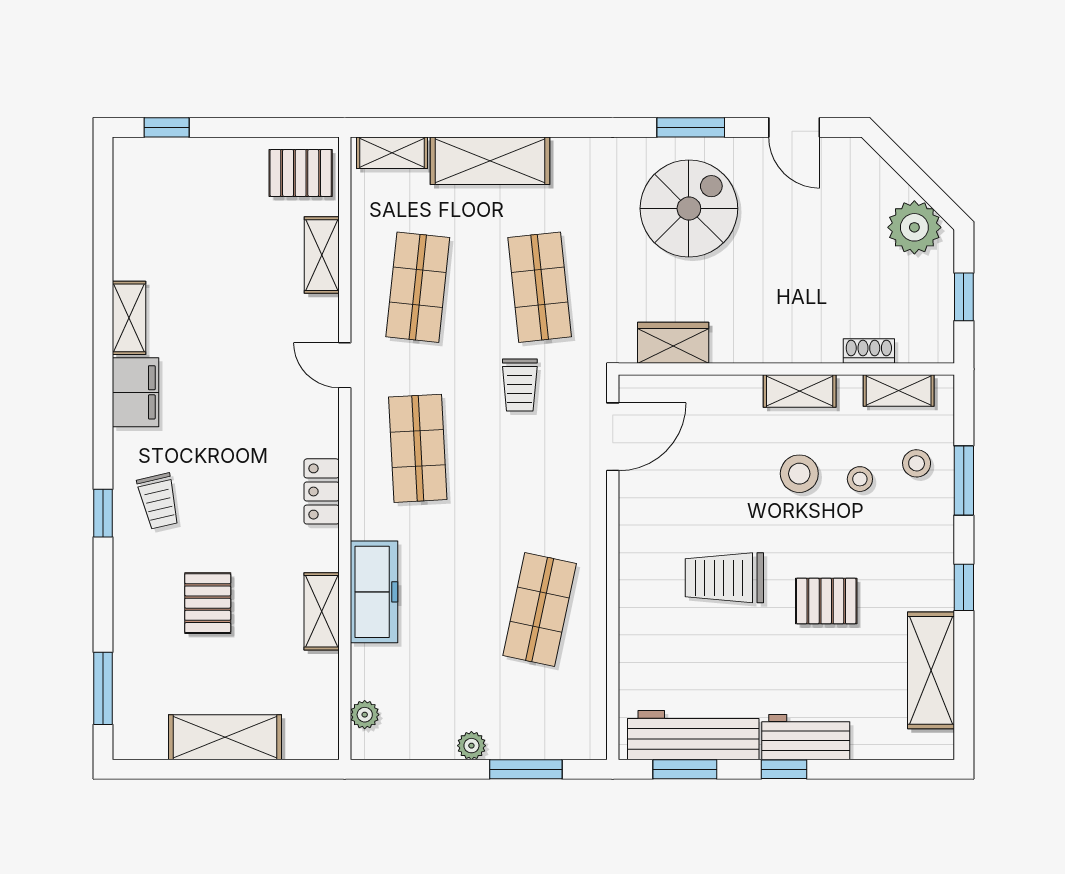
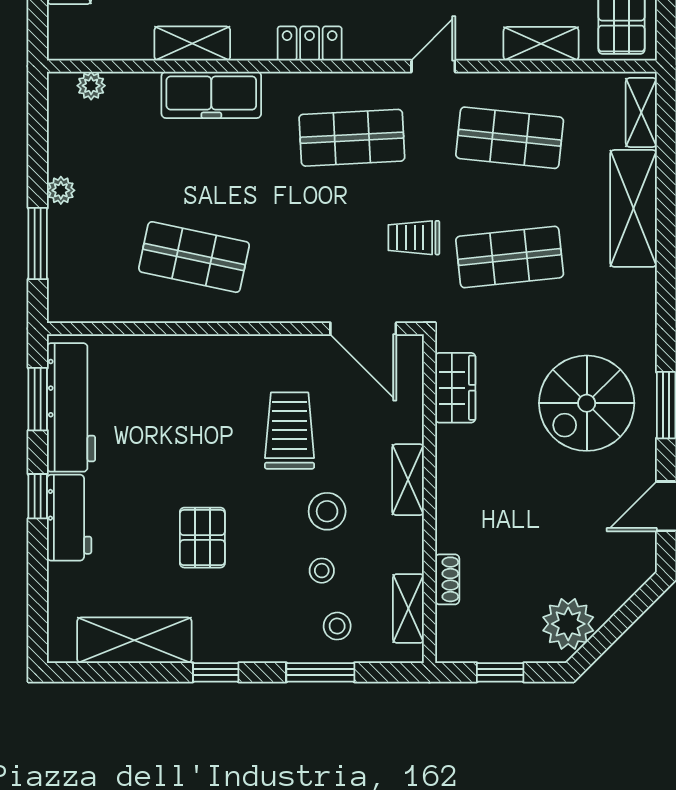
spiral stairs: (689, 209) -> (587, 403), turned 90
shelving: (800, 391) -> (408, 480), moved
trolley: (724, 578) -> (290, 431), moved

